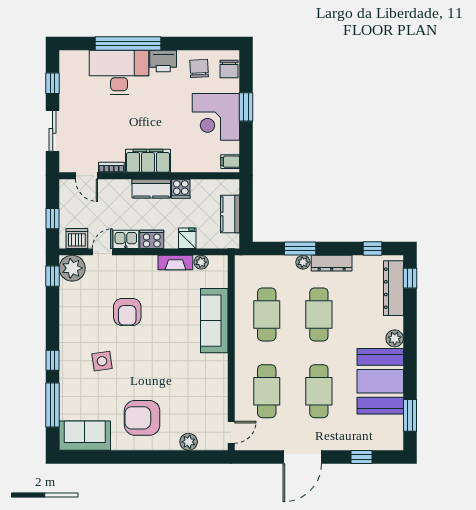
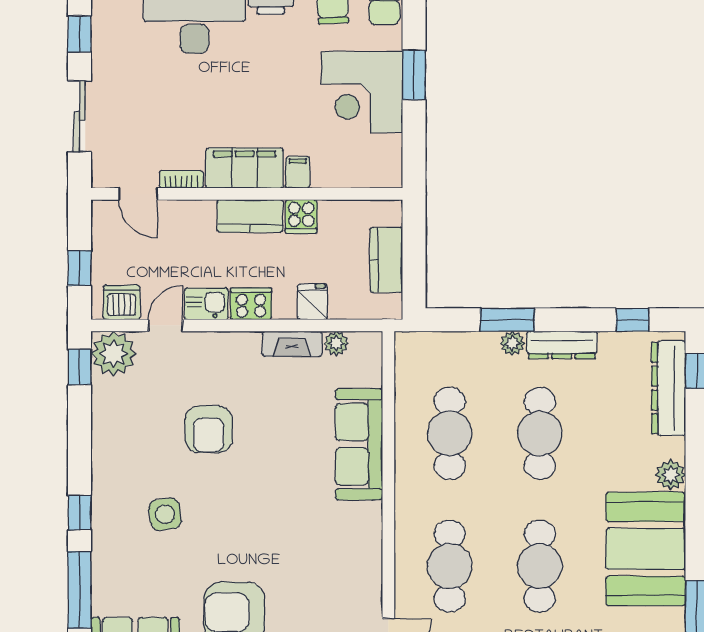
filing cabinet: (230, 162) -> (298, 172), moved, turned 90

